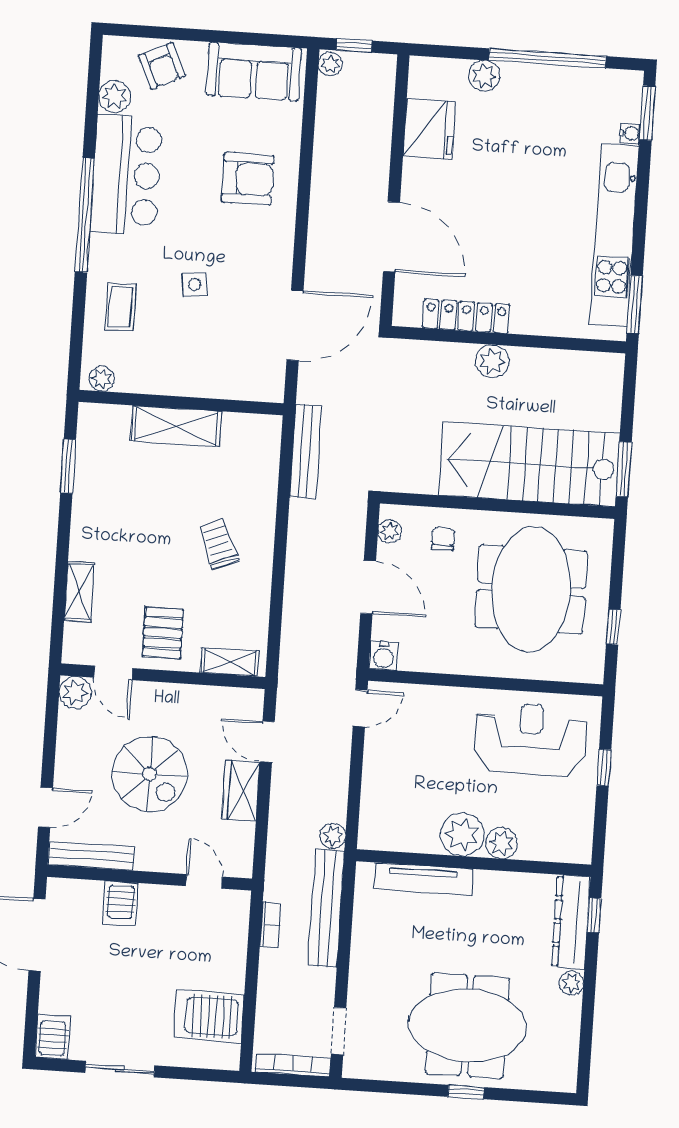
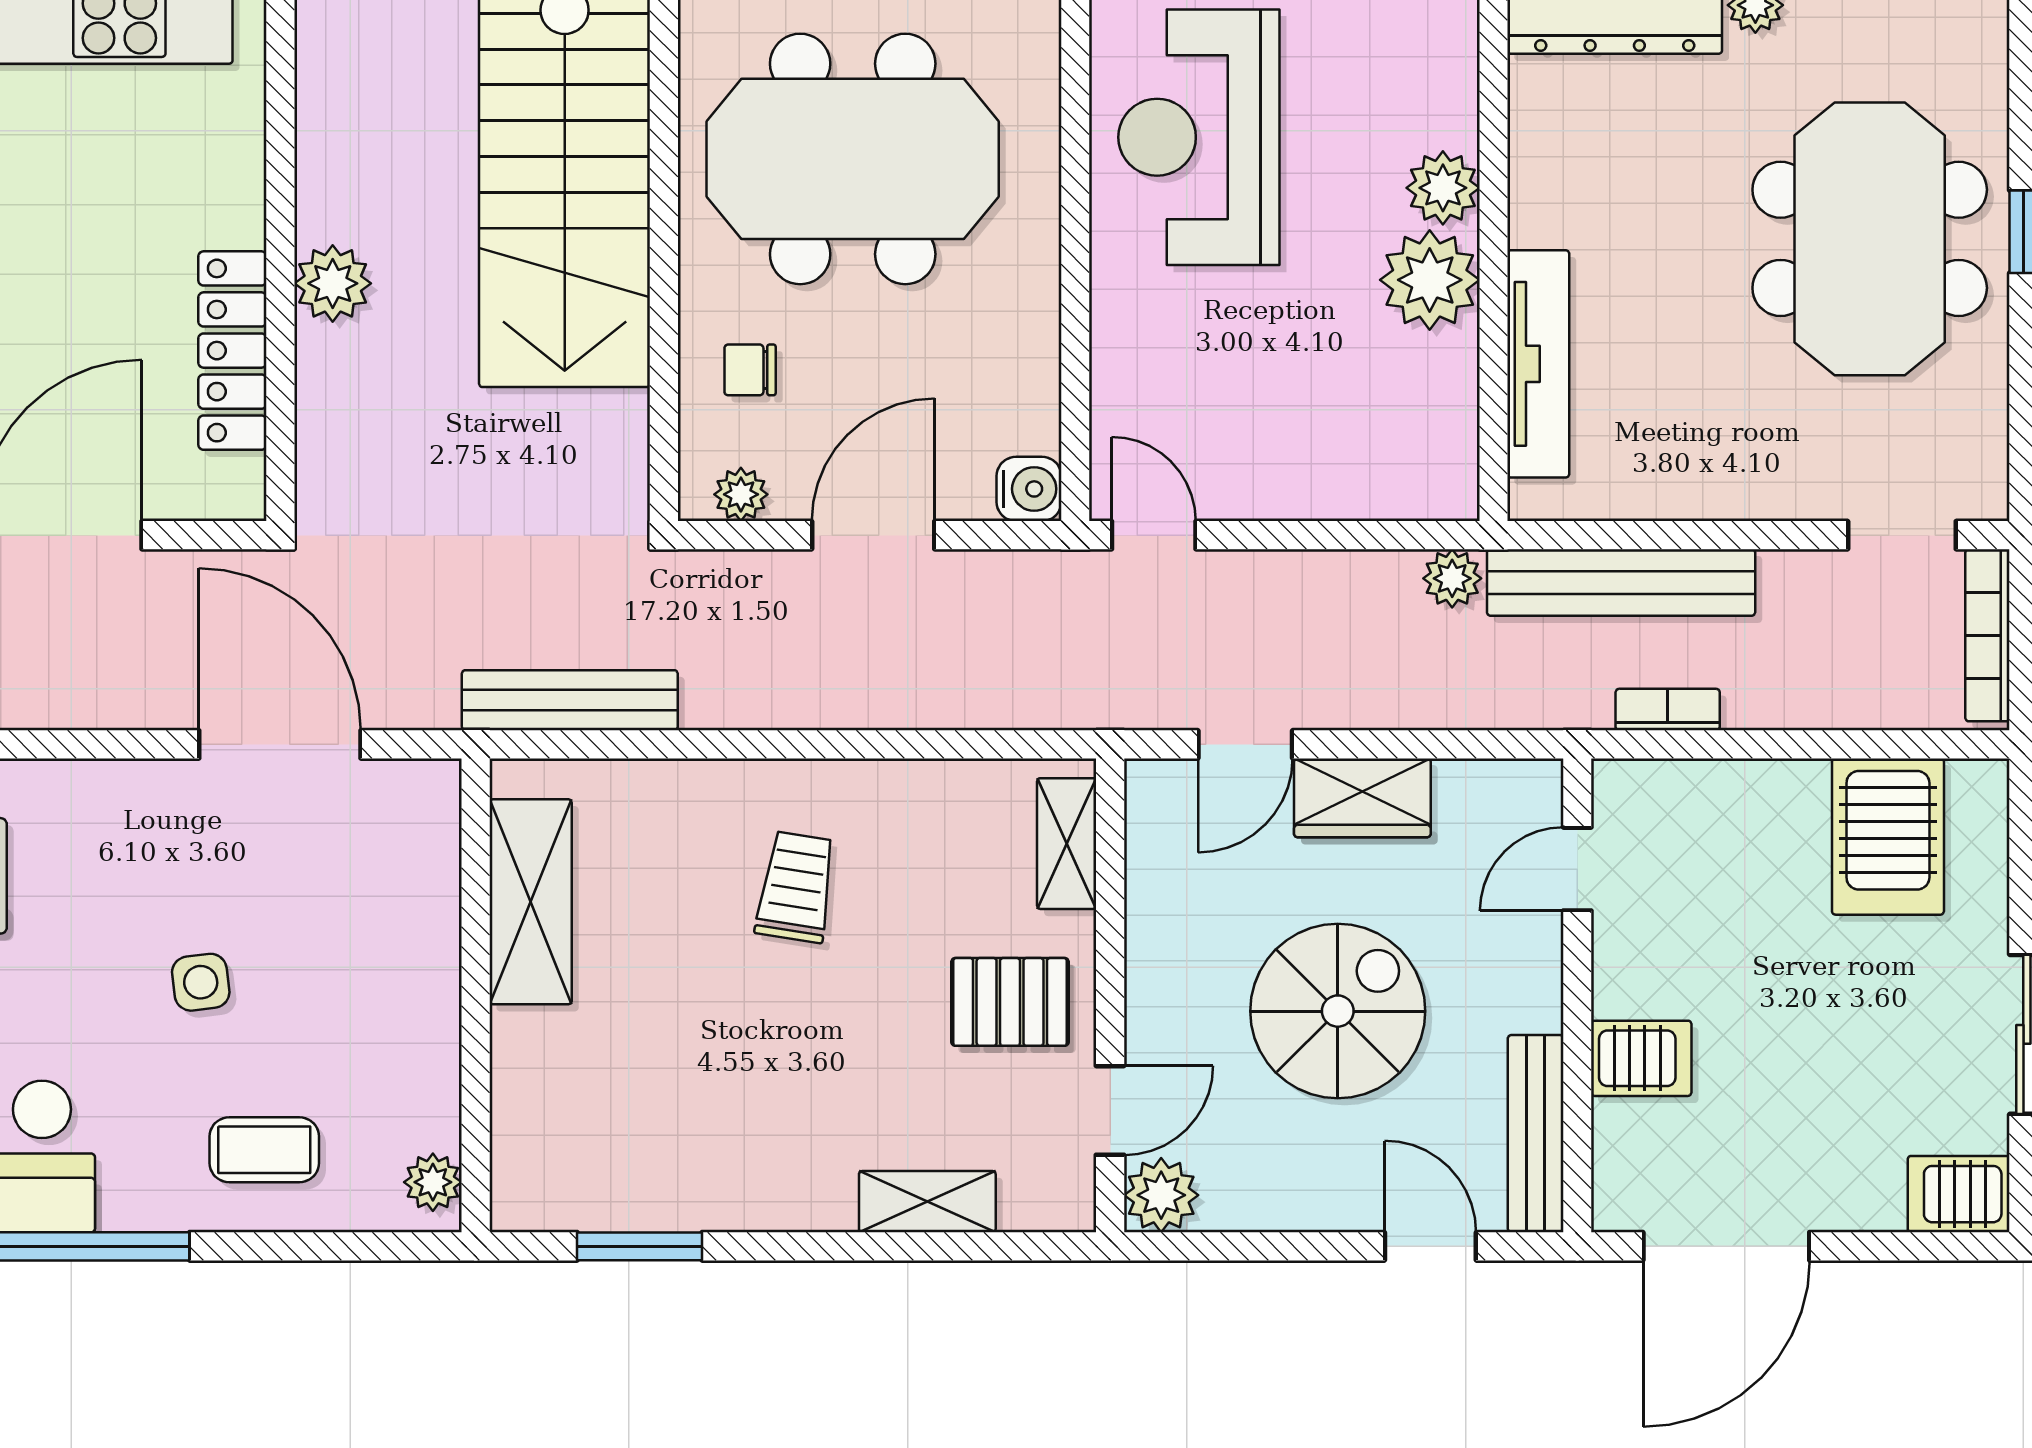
shelving: (176, 426) -> (531, 902), moved
trolley: (219, 544) -> (796, 887), turned 121

